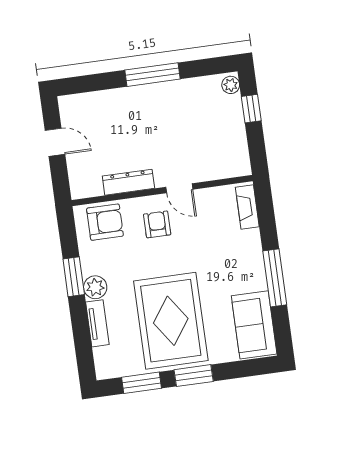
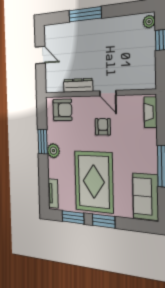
window: (153, 75) -> (85, 14), moved
armchair: (157, 224) -> (103, 127), moved
tv unit: (97, 323) -> (53, 194), moved

